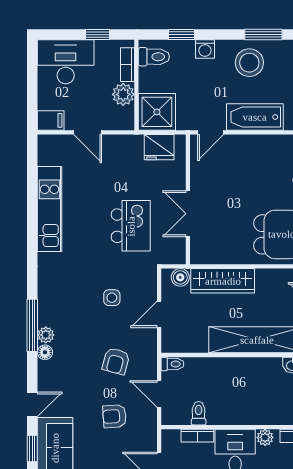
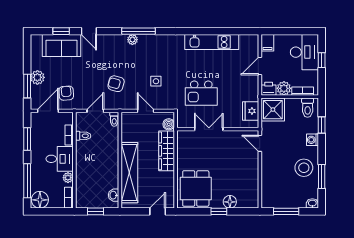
window: (98, 35) -> (322, 60), moved
bathtub: (255, 117) -> (270, 171), removed
printer: (124, 119) -> (269, 89), added
floor lamp: (45, 352) -> (122, 39), removed
armchair: (114, 416) -> (66, 93), moved

